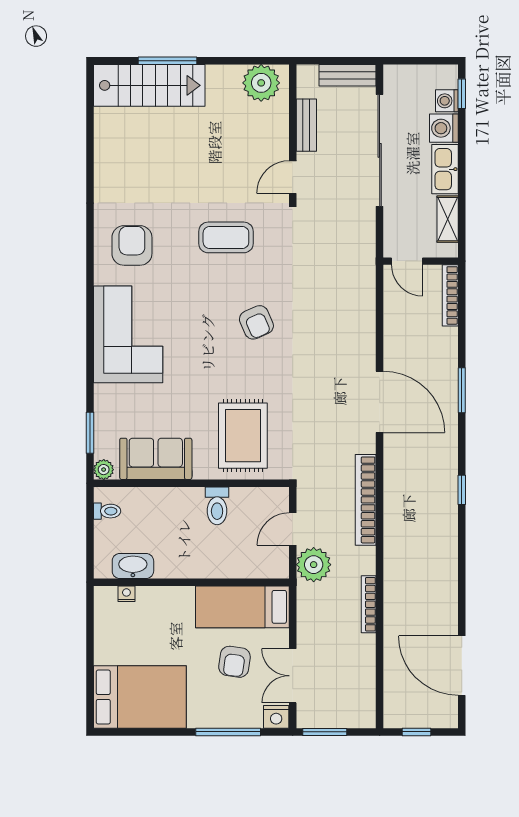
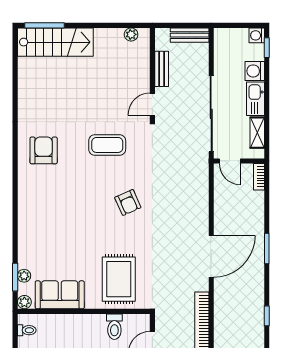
window: (168, 61) -> (44, 25), moved
plant: (261, 83) -> (131, 34), width x0.53, depth x0.53
washing machine: (447, 101) -> (257, 35), moved
sliding door: (380, 150) -> (211, 114), moved
bookcase: (450, 295) -> (259, 177), width x0.64
corner sofa: (128, 334) -> (41, 211), removed
door: (380, 402) -> (211, 256), hinge flipped
plant: (103, 431) -> (24, 276), added
toilet: (217, 506) -> (114, 327), moved

